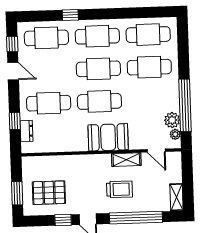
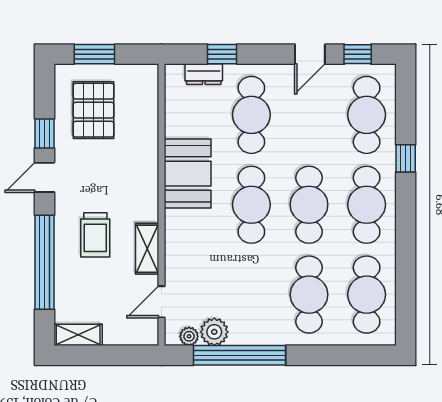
booth: (108, 137) -> (188, 174), moved

